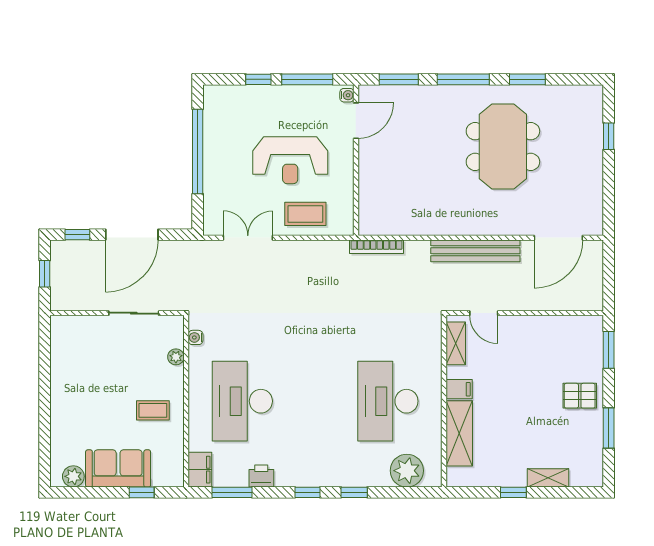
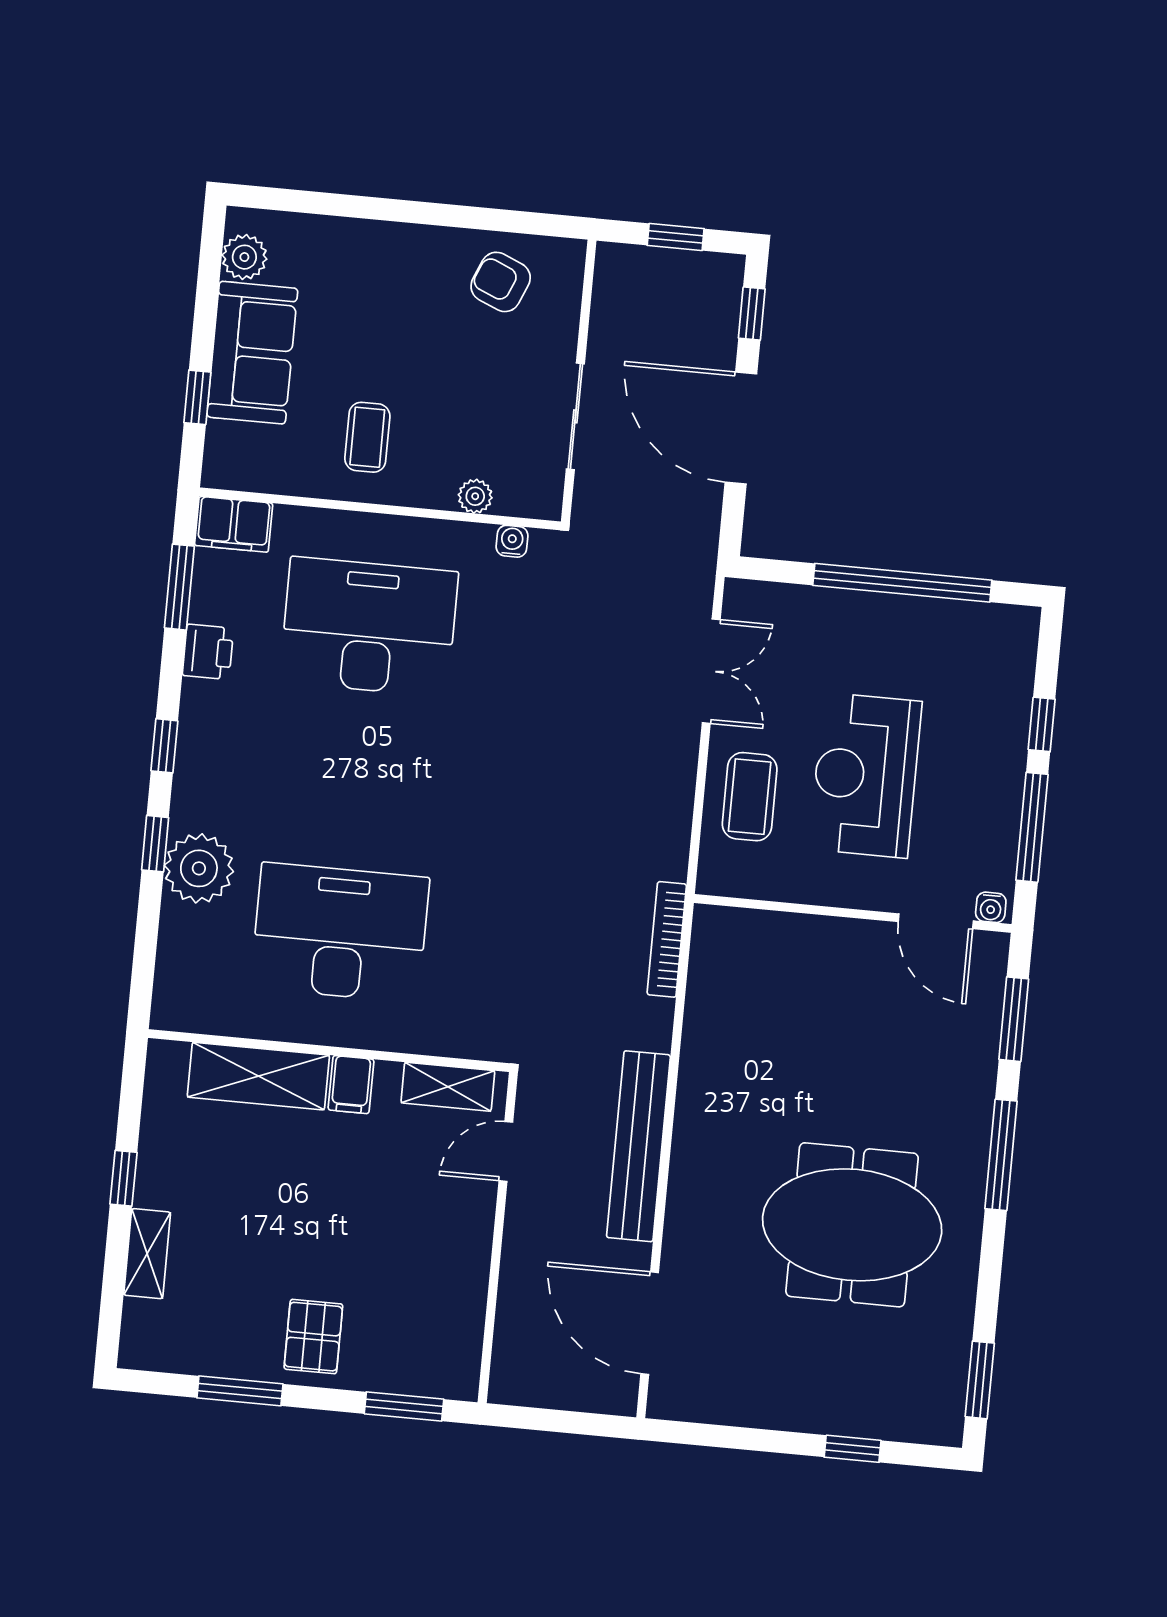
window: (527, 79) -> (980, 1380), moved
armchair: (74, 354) -> (501, 282), added
plant: (407, 471) -> (199, 868), moved

